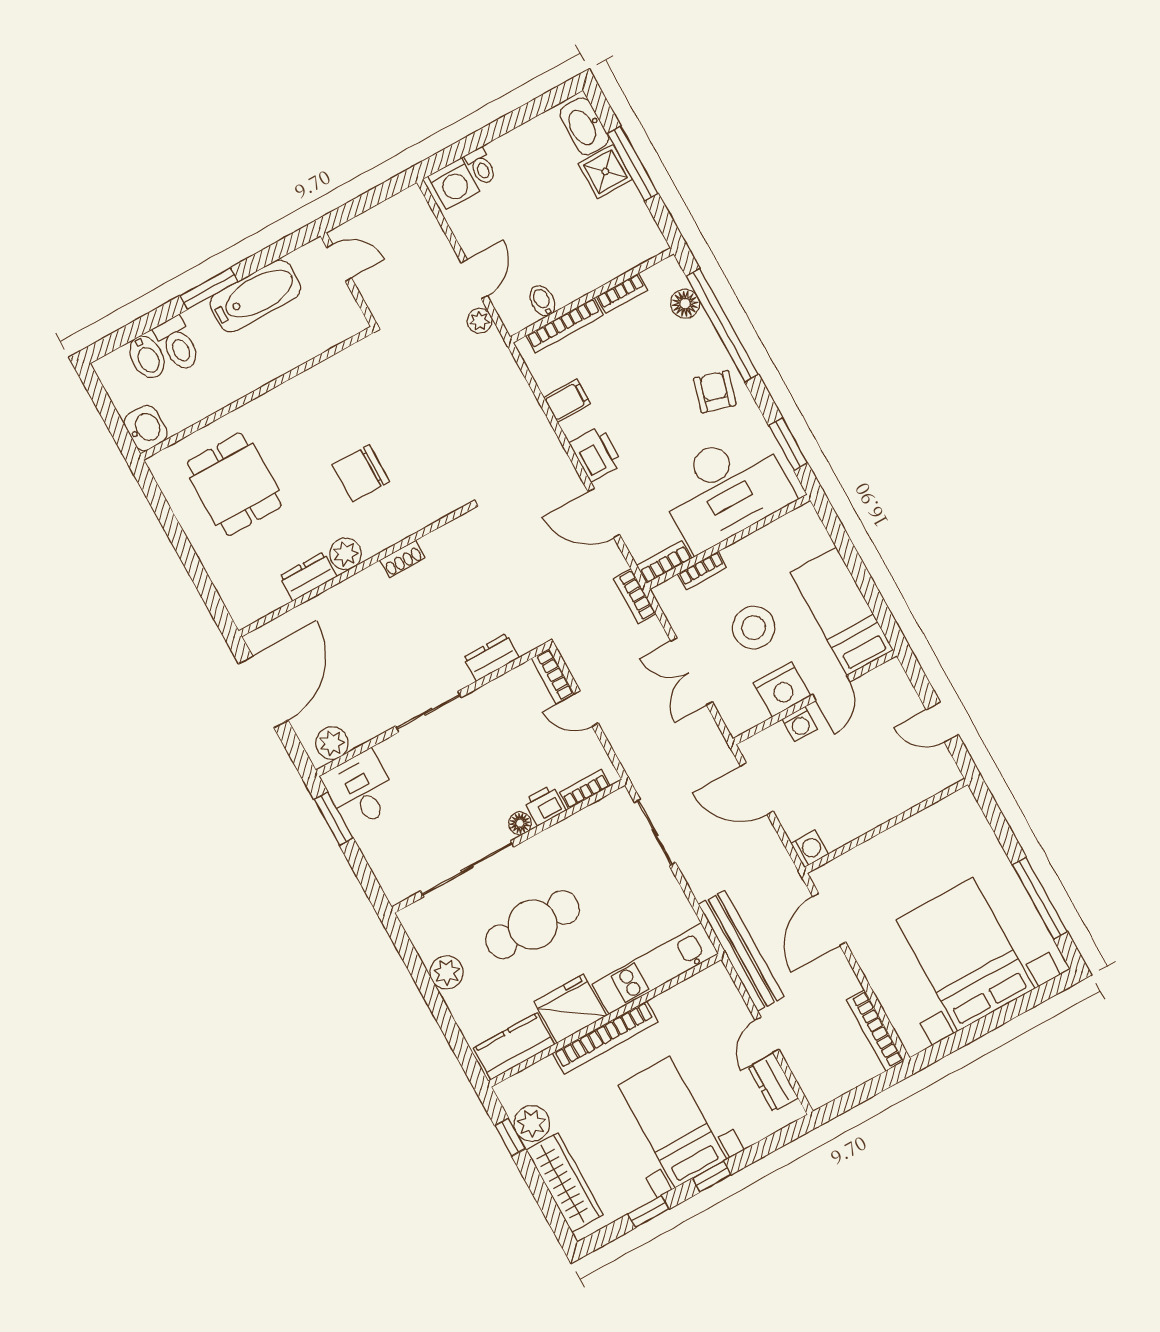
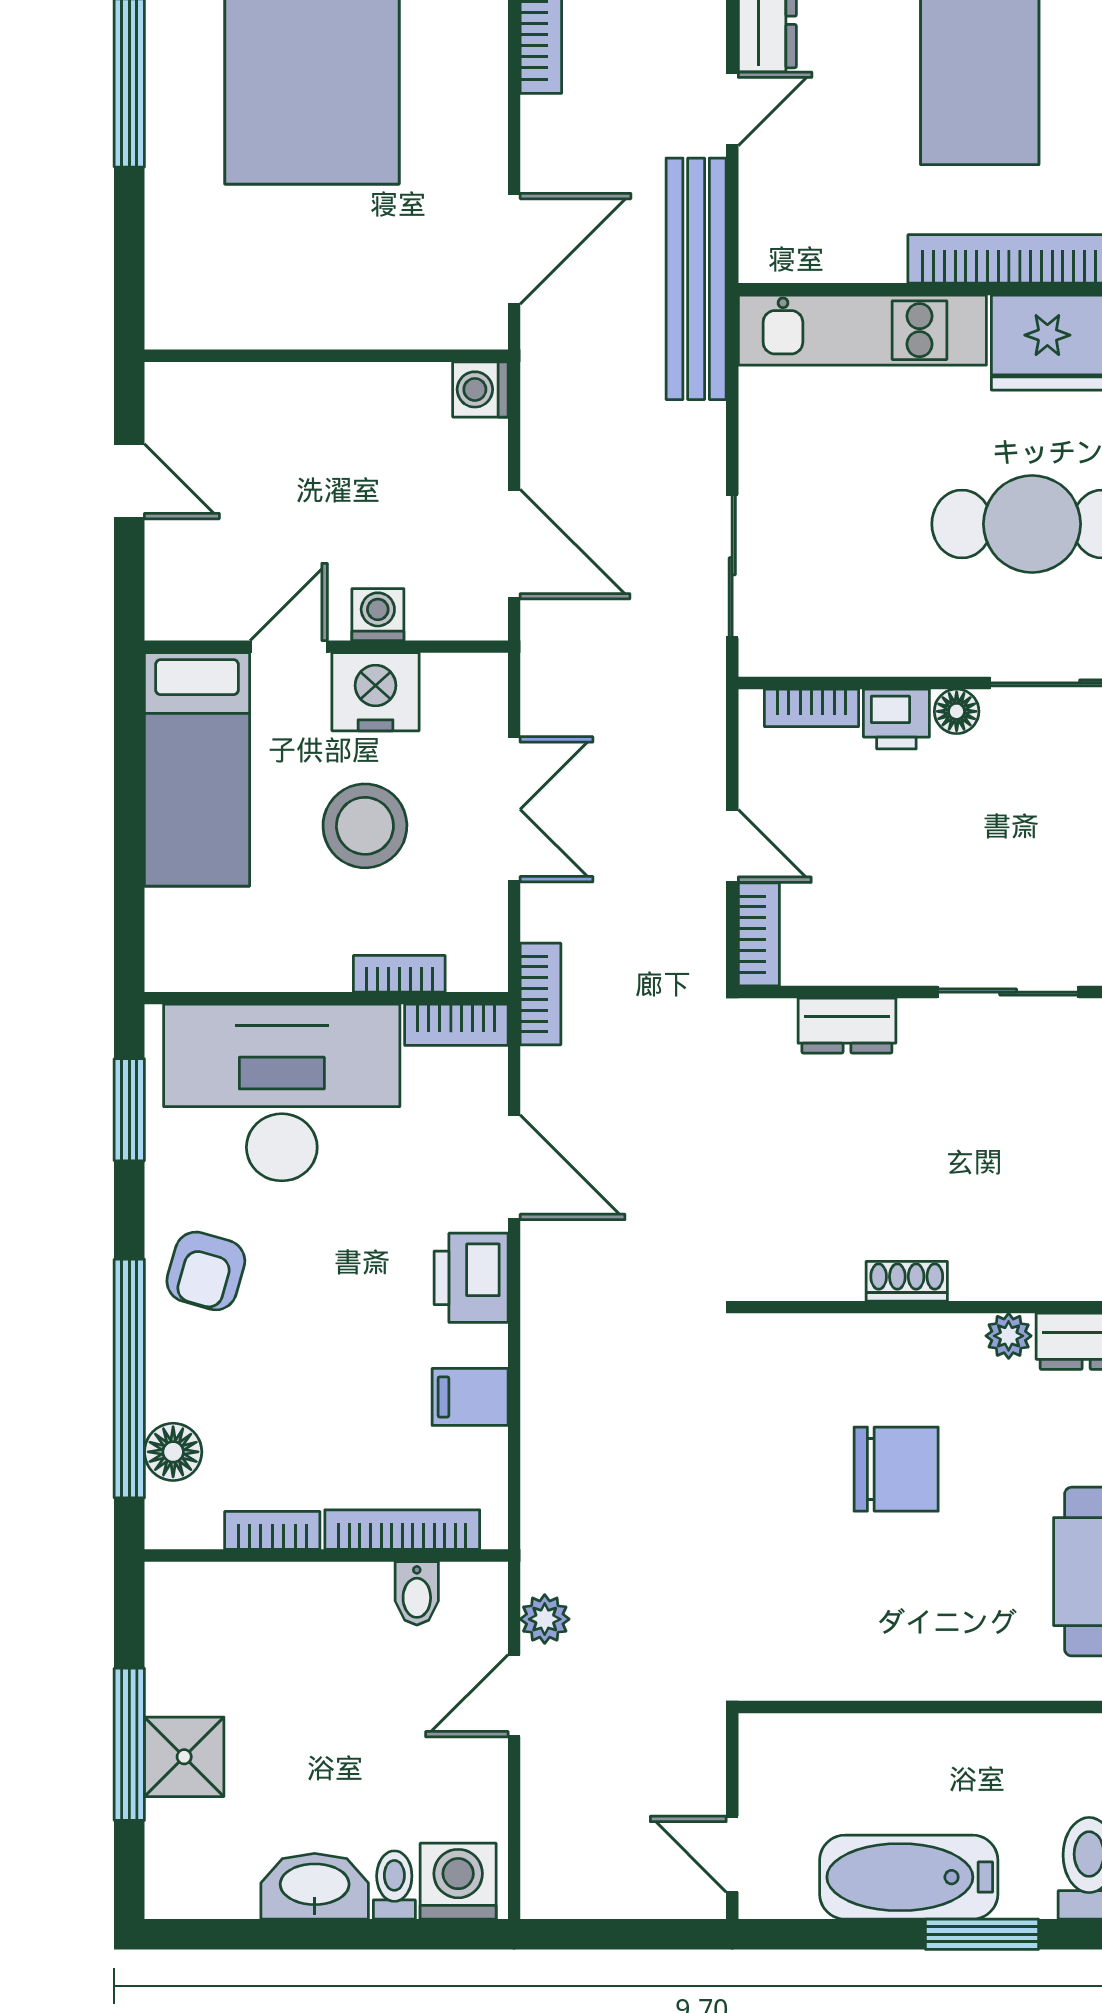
washbasin: (584, 126) -> (315, 1886), moved, turned -90
plant: (346, 554) -> (1009, 1336), width x0.73, depth x0.73

